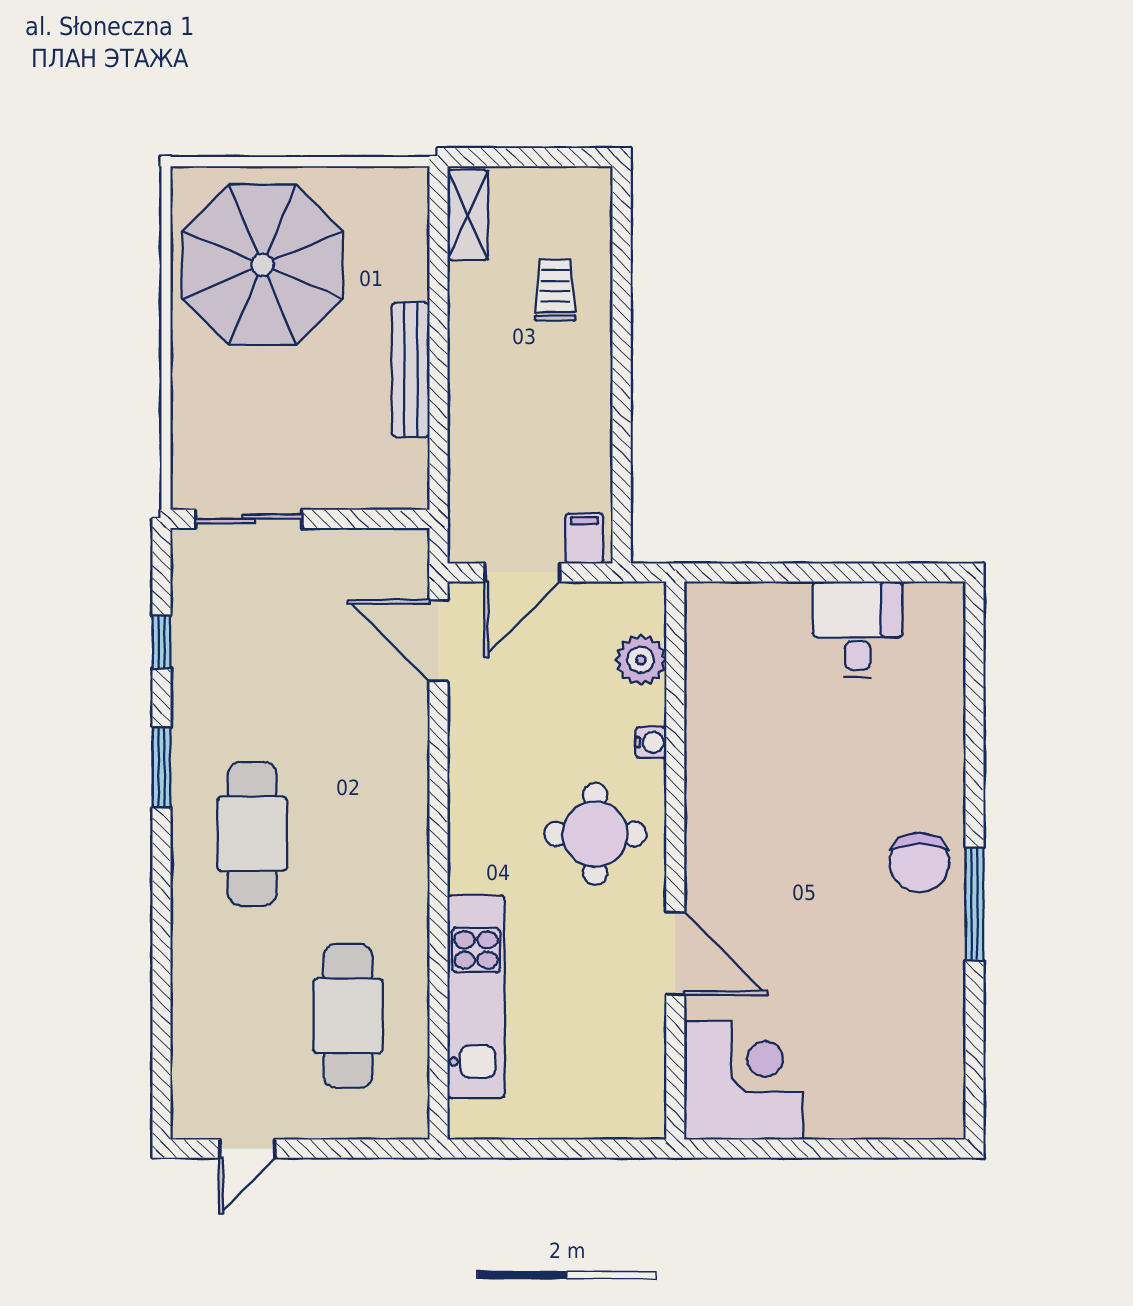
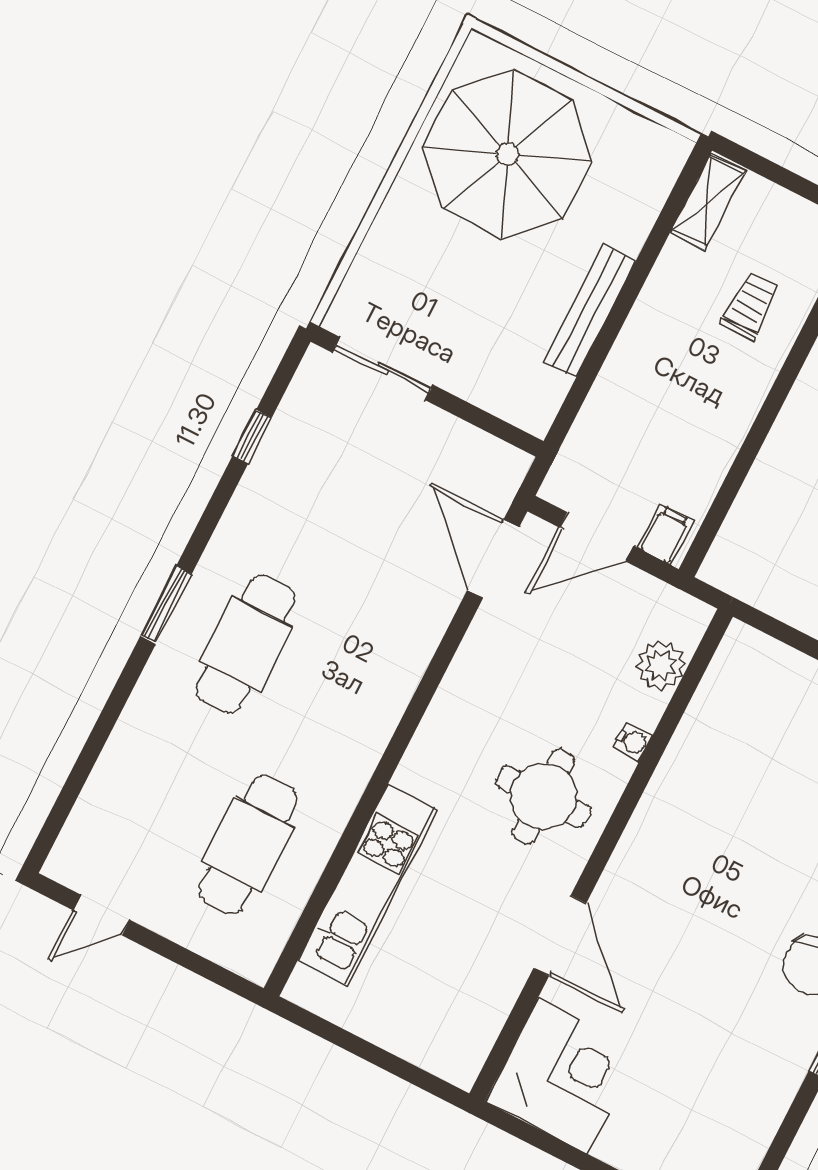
window: (162, 768) -> (166, 605), moved

